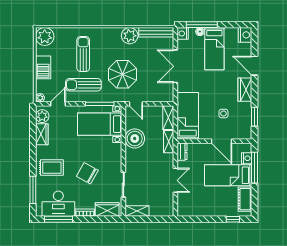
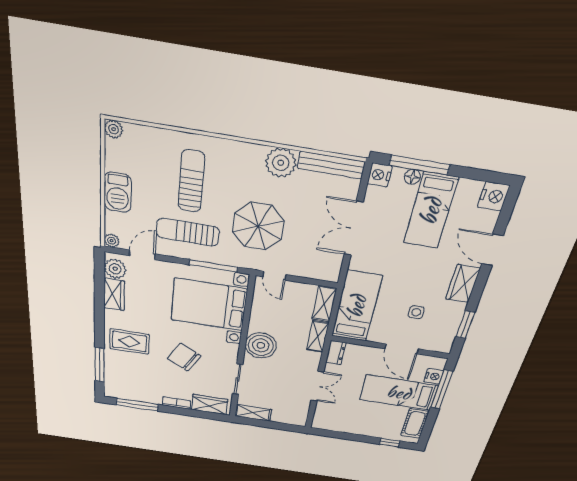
plant: (45, 37) -> (114, 129), width x0.53, depth x0.53
bed with nightstands: (100, 124) -> (209, 305), width x1.36
boiler: (135, 139) -> (261, 345), moved
desk: (58, 204) -> (138, 387), removed

